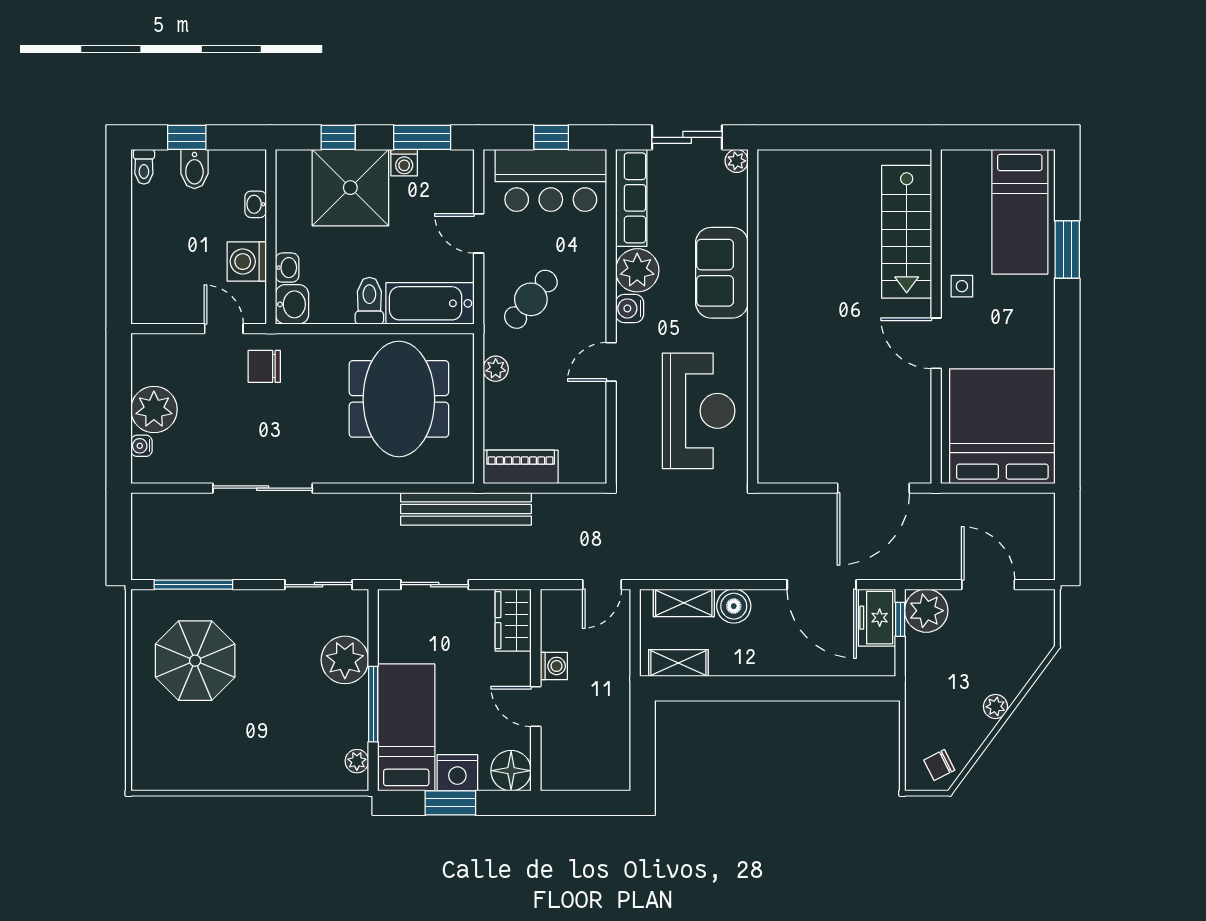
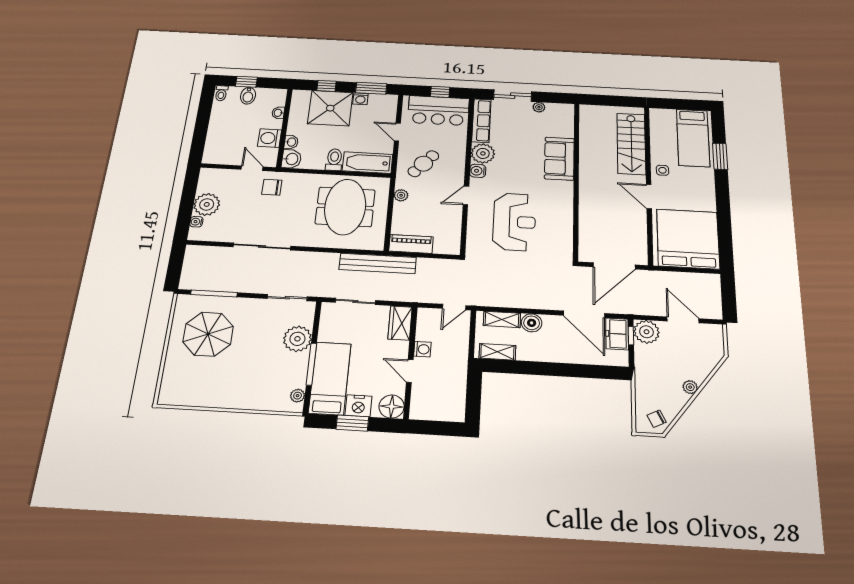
sofa: (722, 273) -> (559, 159), moved
wall: (753, 317) -> (576, 180), moved

